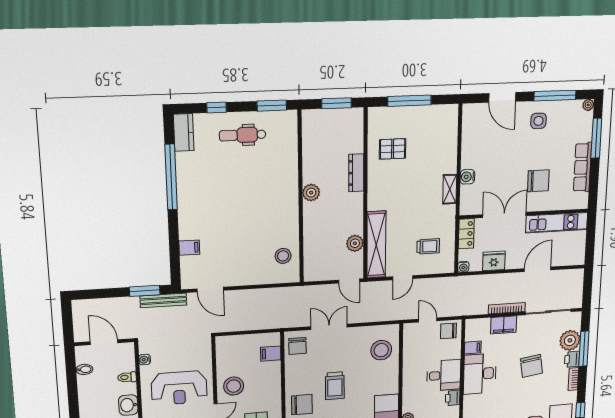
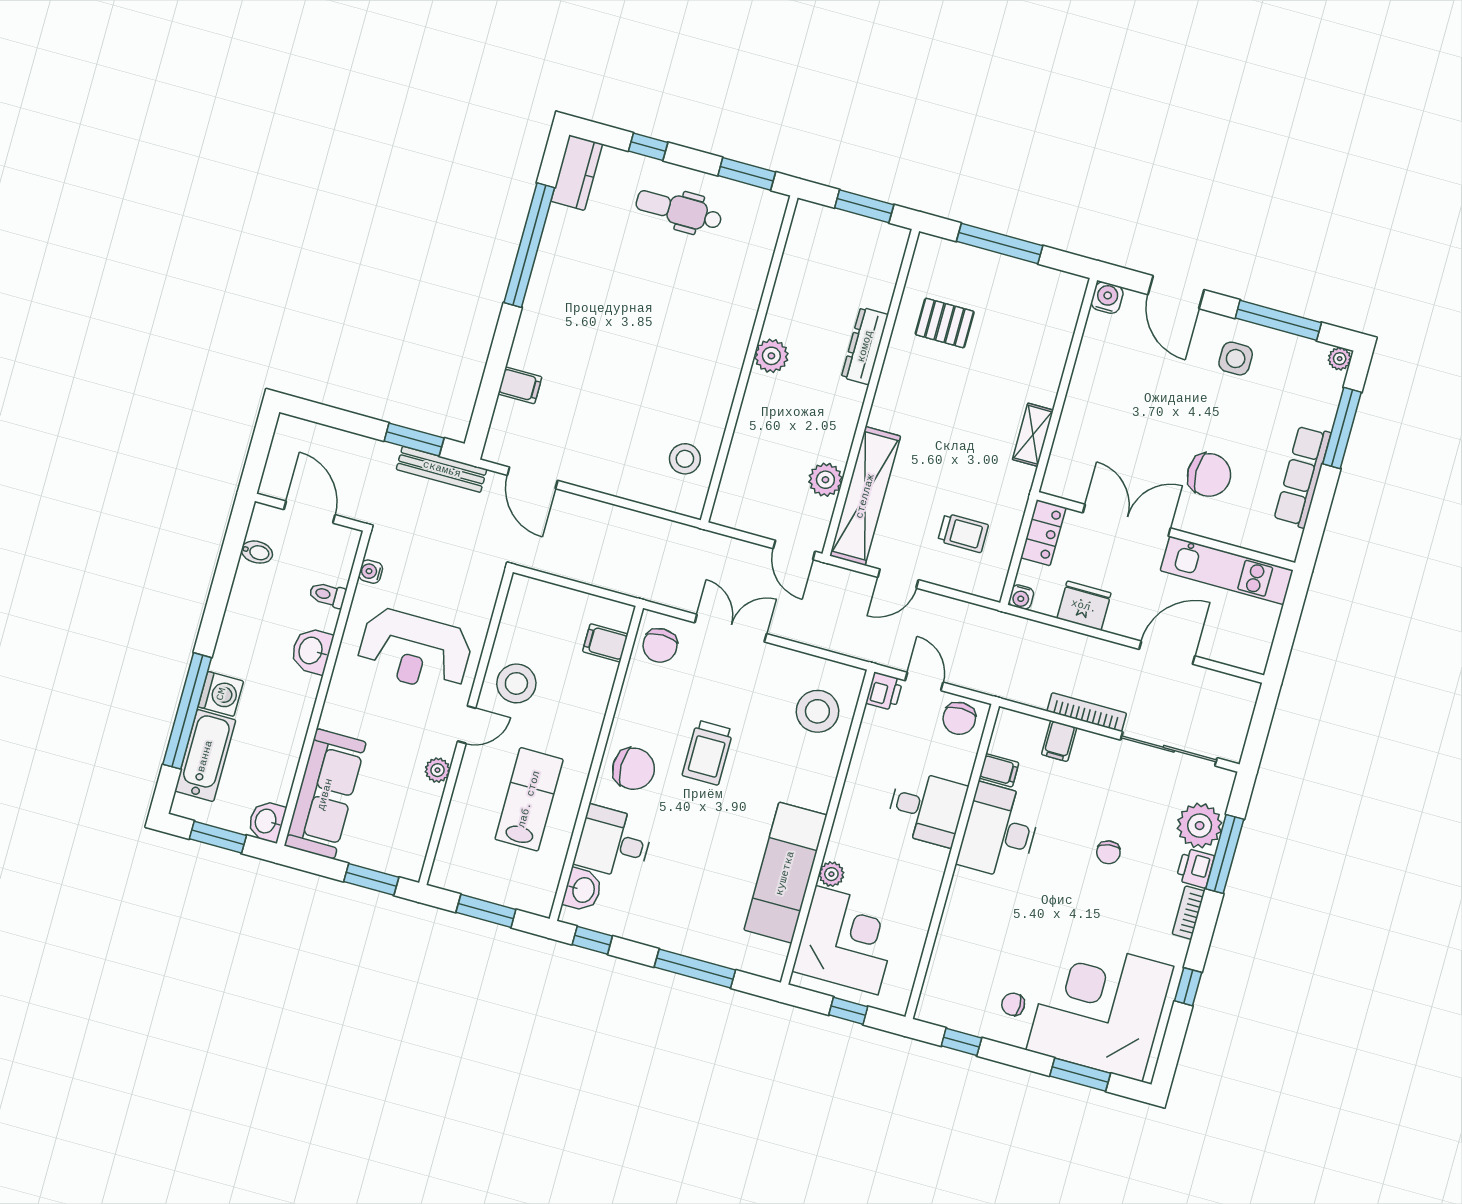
water cooler: (467, 177) -> (1107, 298), moved, turned 90
filing cabinet: (504, 325) -> (1059, 741), width x0.50
chair: (448, 331) -> (959, 718), turned -90
chair: (531, 366) -> (1108, 852), width x0.54, depth x0.54
printer: (453, 398) -> (884, 691), moved, turned 180

